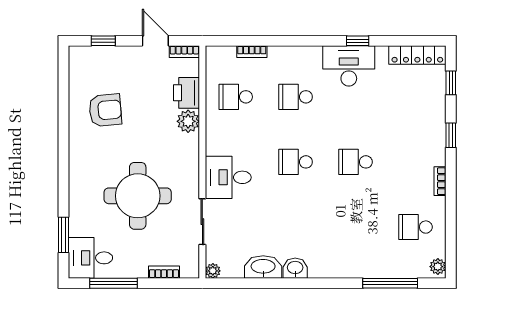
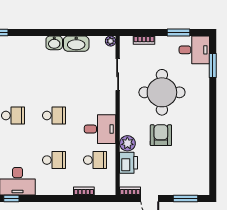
window: (103, 41) -> (185, 198), width x1.50
armchair: (105, 110) -> (161, 135), moved, turned 95
desk: (228, 177) -> (100, 129), moved
window: (114, 283) -> (178, 33), width x0.69

